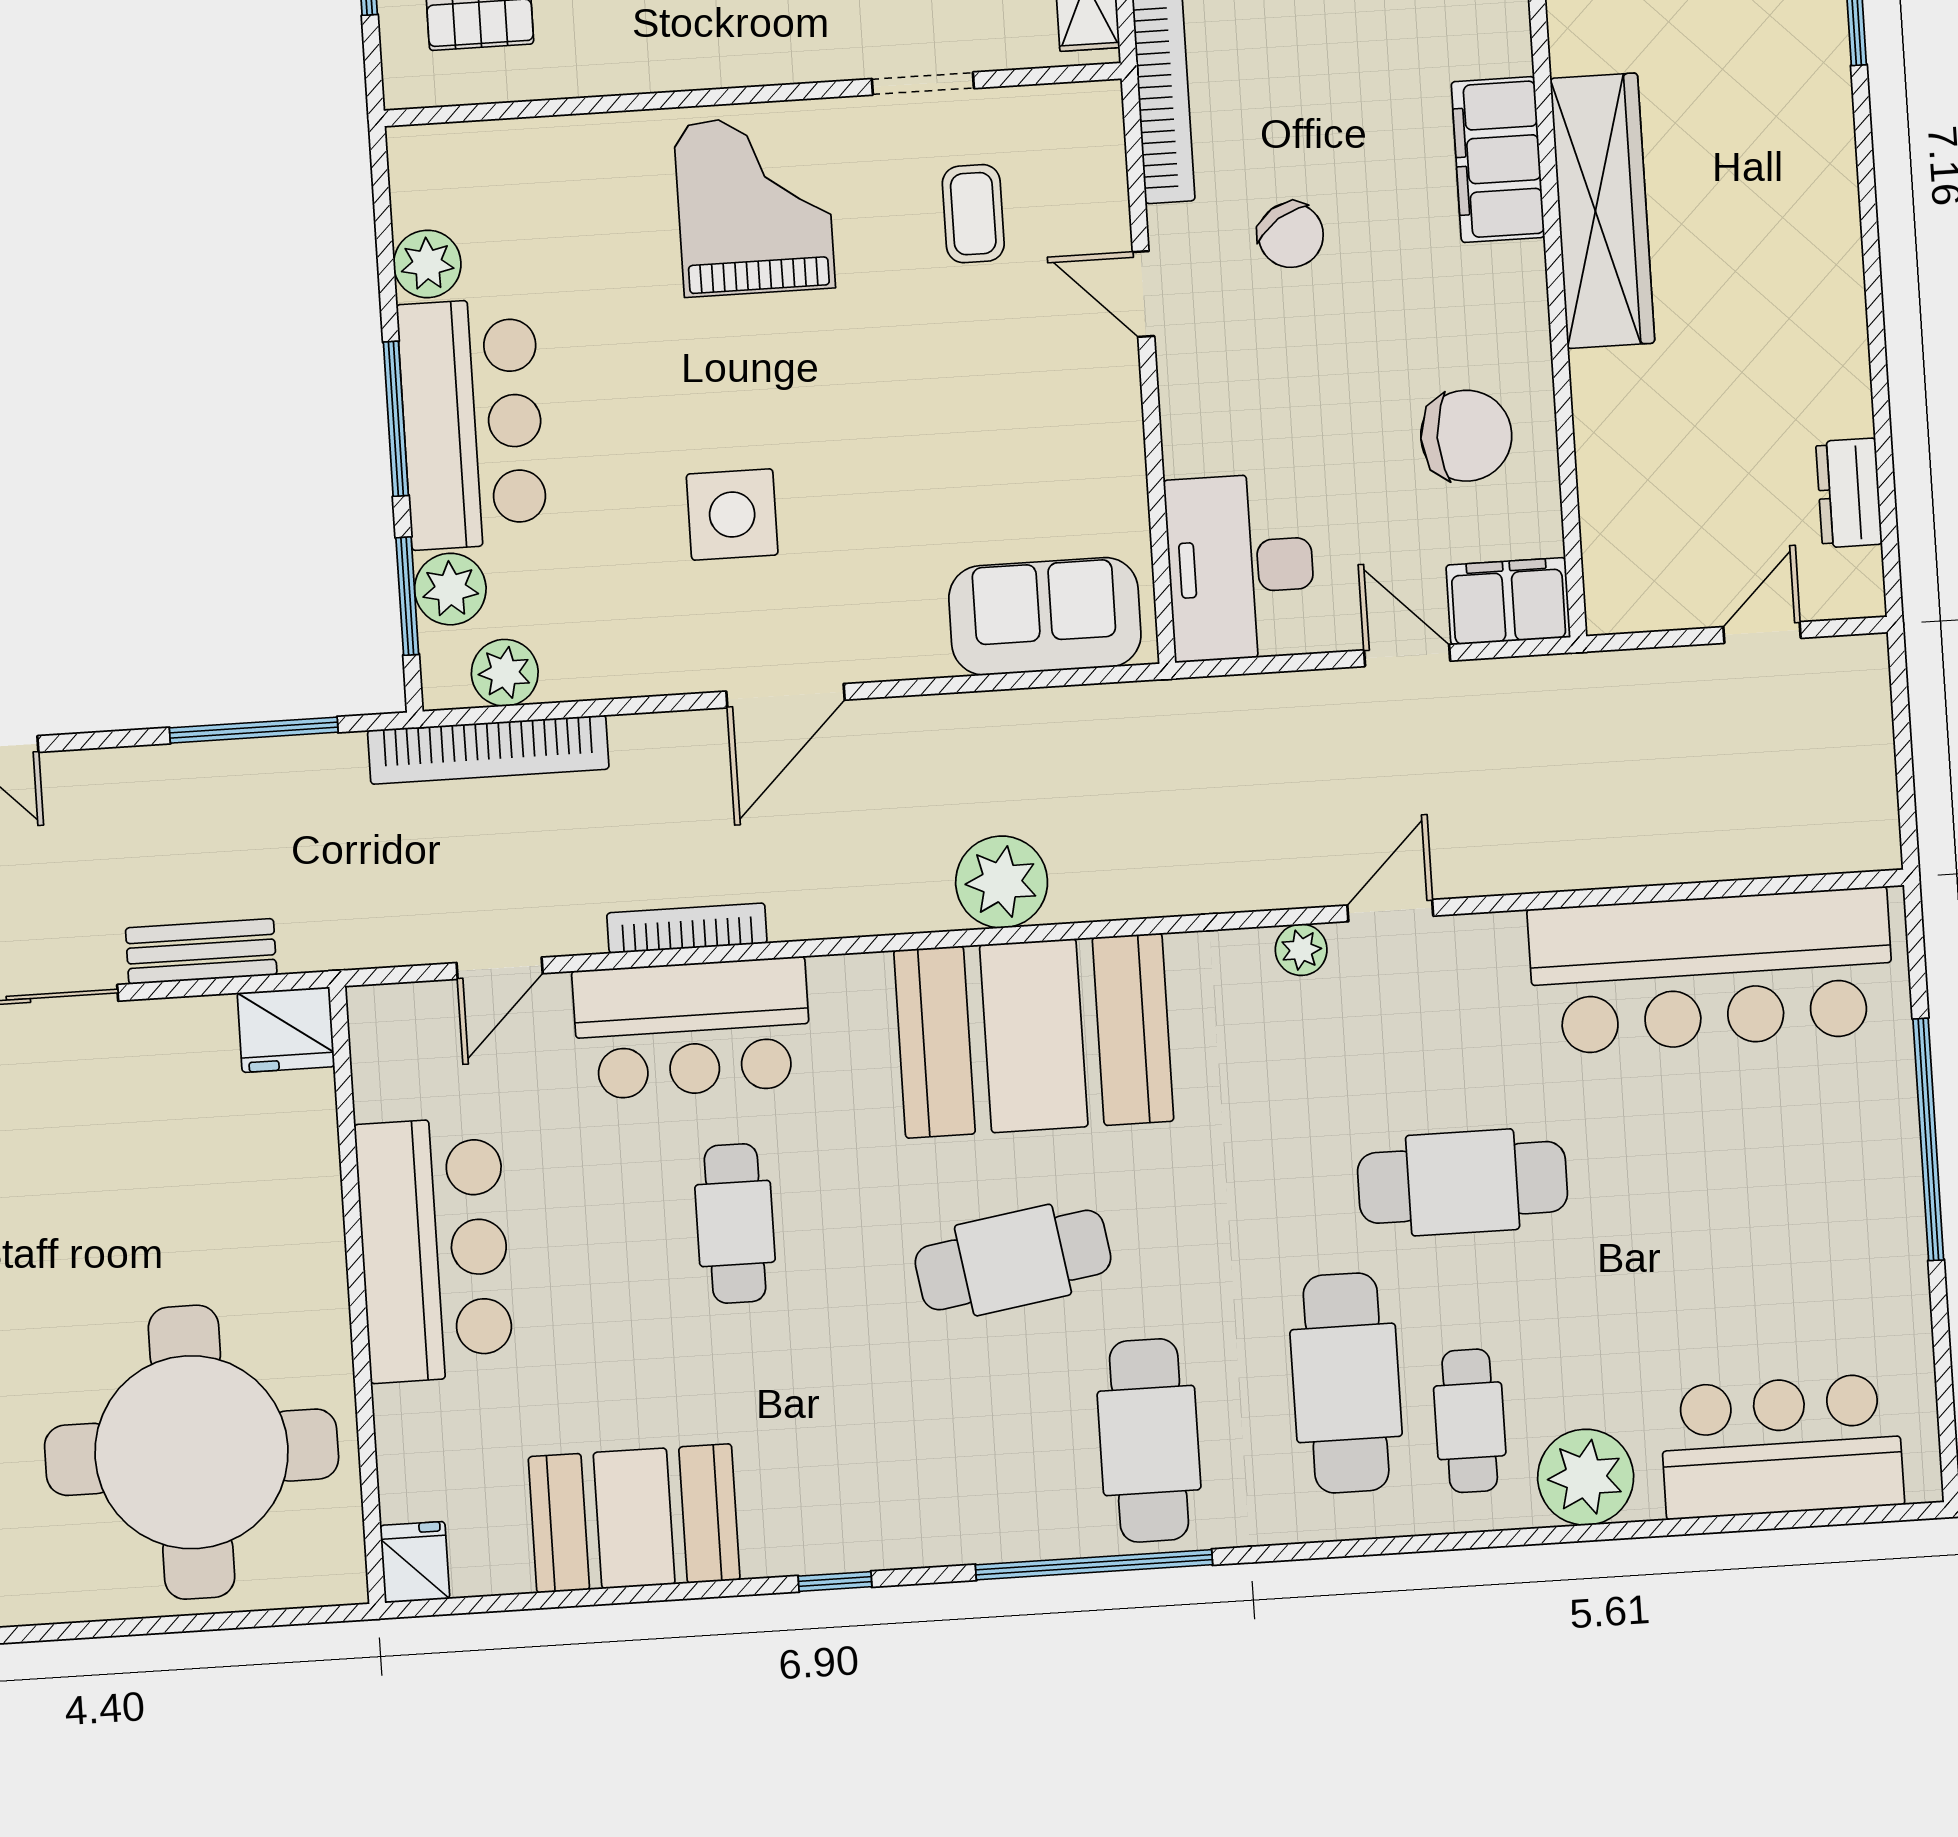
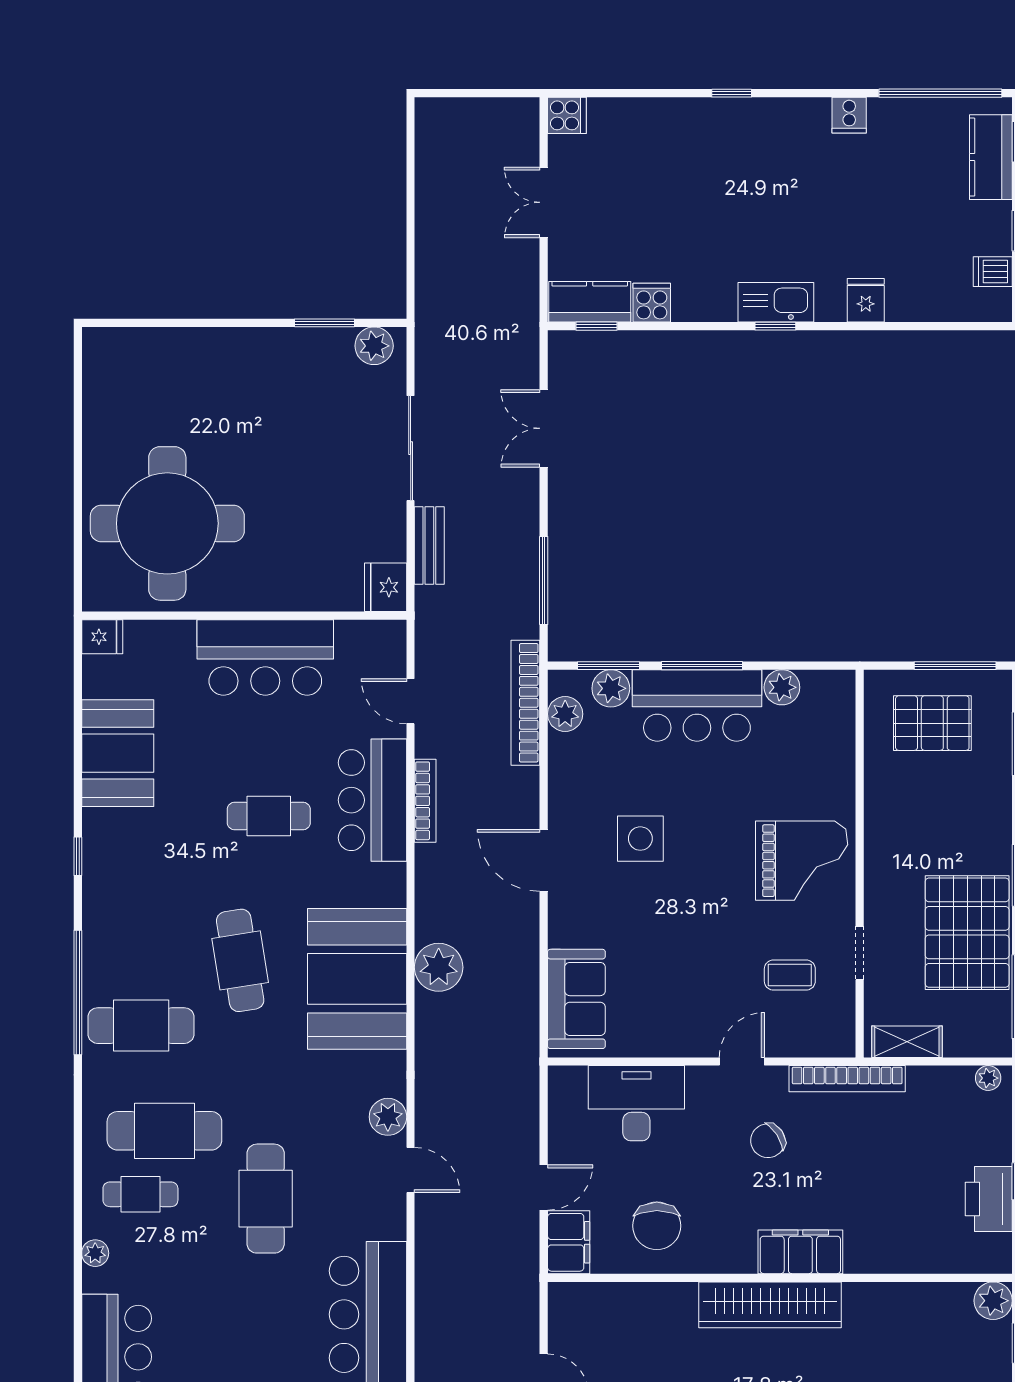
desk: (1241, 567) -> (636, 1103), moved
plant: (1301, 950) -> (388, 1117), width x1.38, depth x1.38
plant: (1586, 1477) -> (95, 1253), width x0.53, depth x0.53

